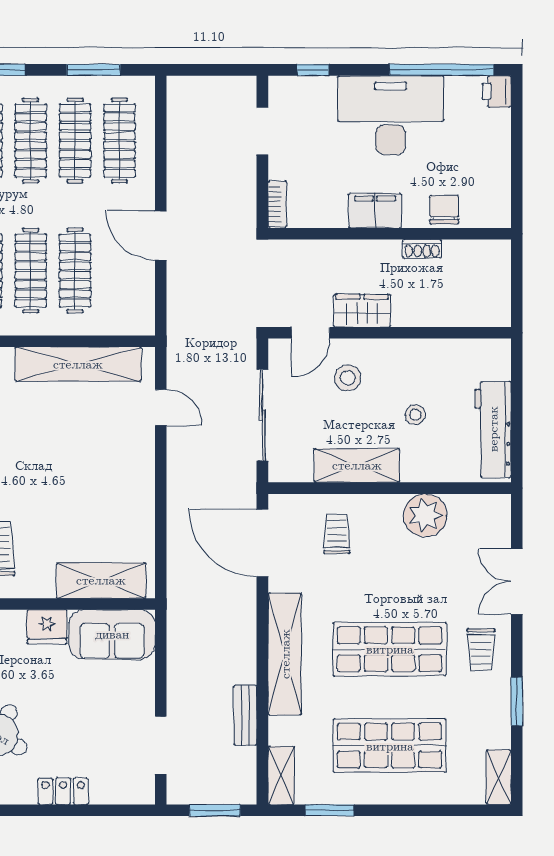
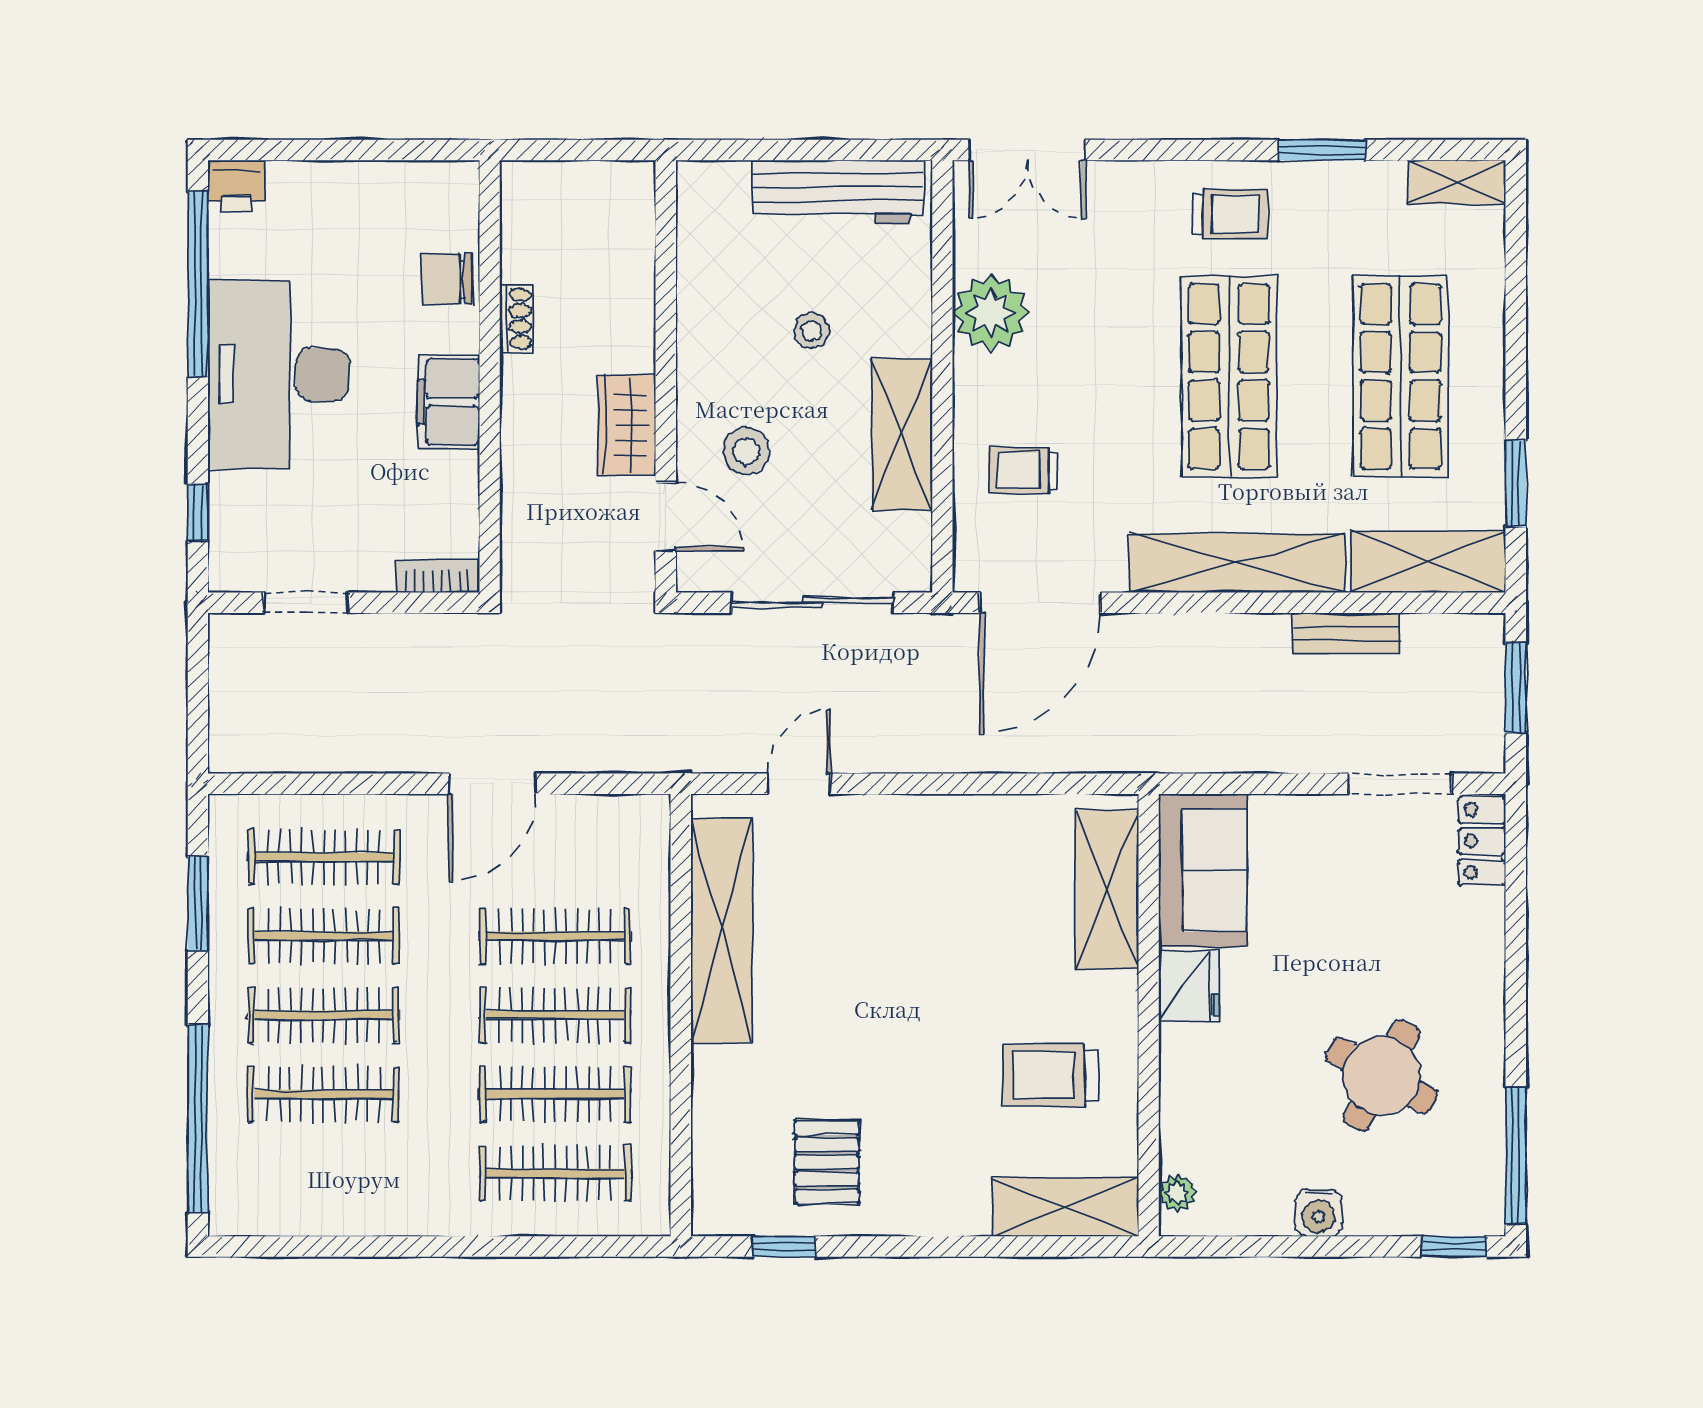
double door: (517, 582) -> (1027, 150), moved
shelving: (281, 775) -> (1428, 561), width x1.50, depth x1.33
locker: (63, 791) -> (1482, 841), moved

